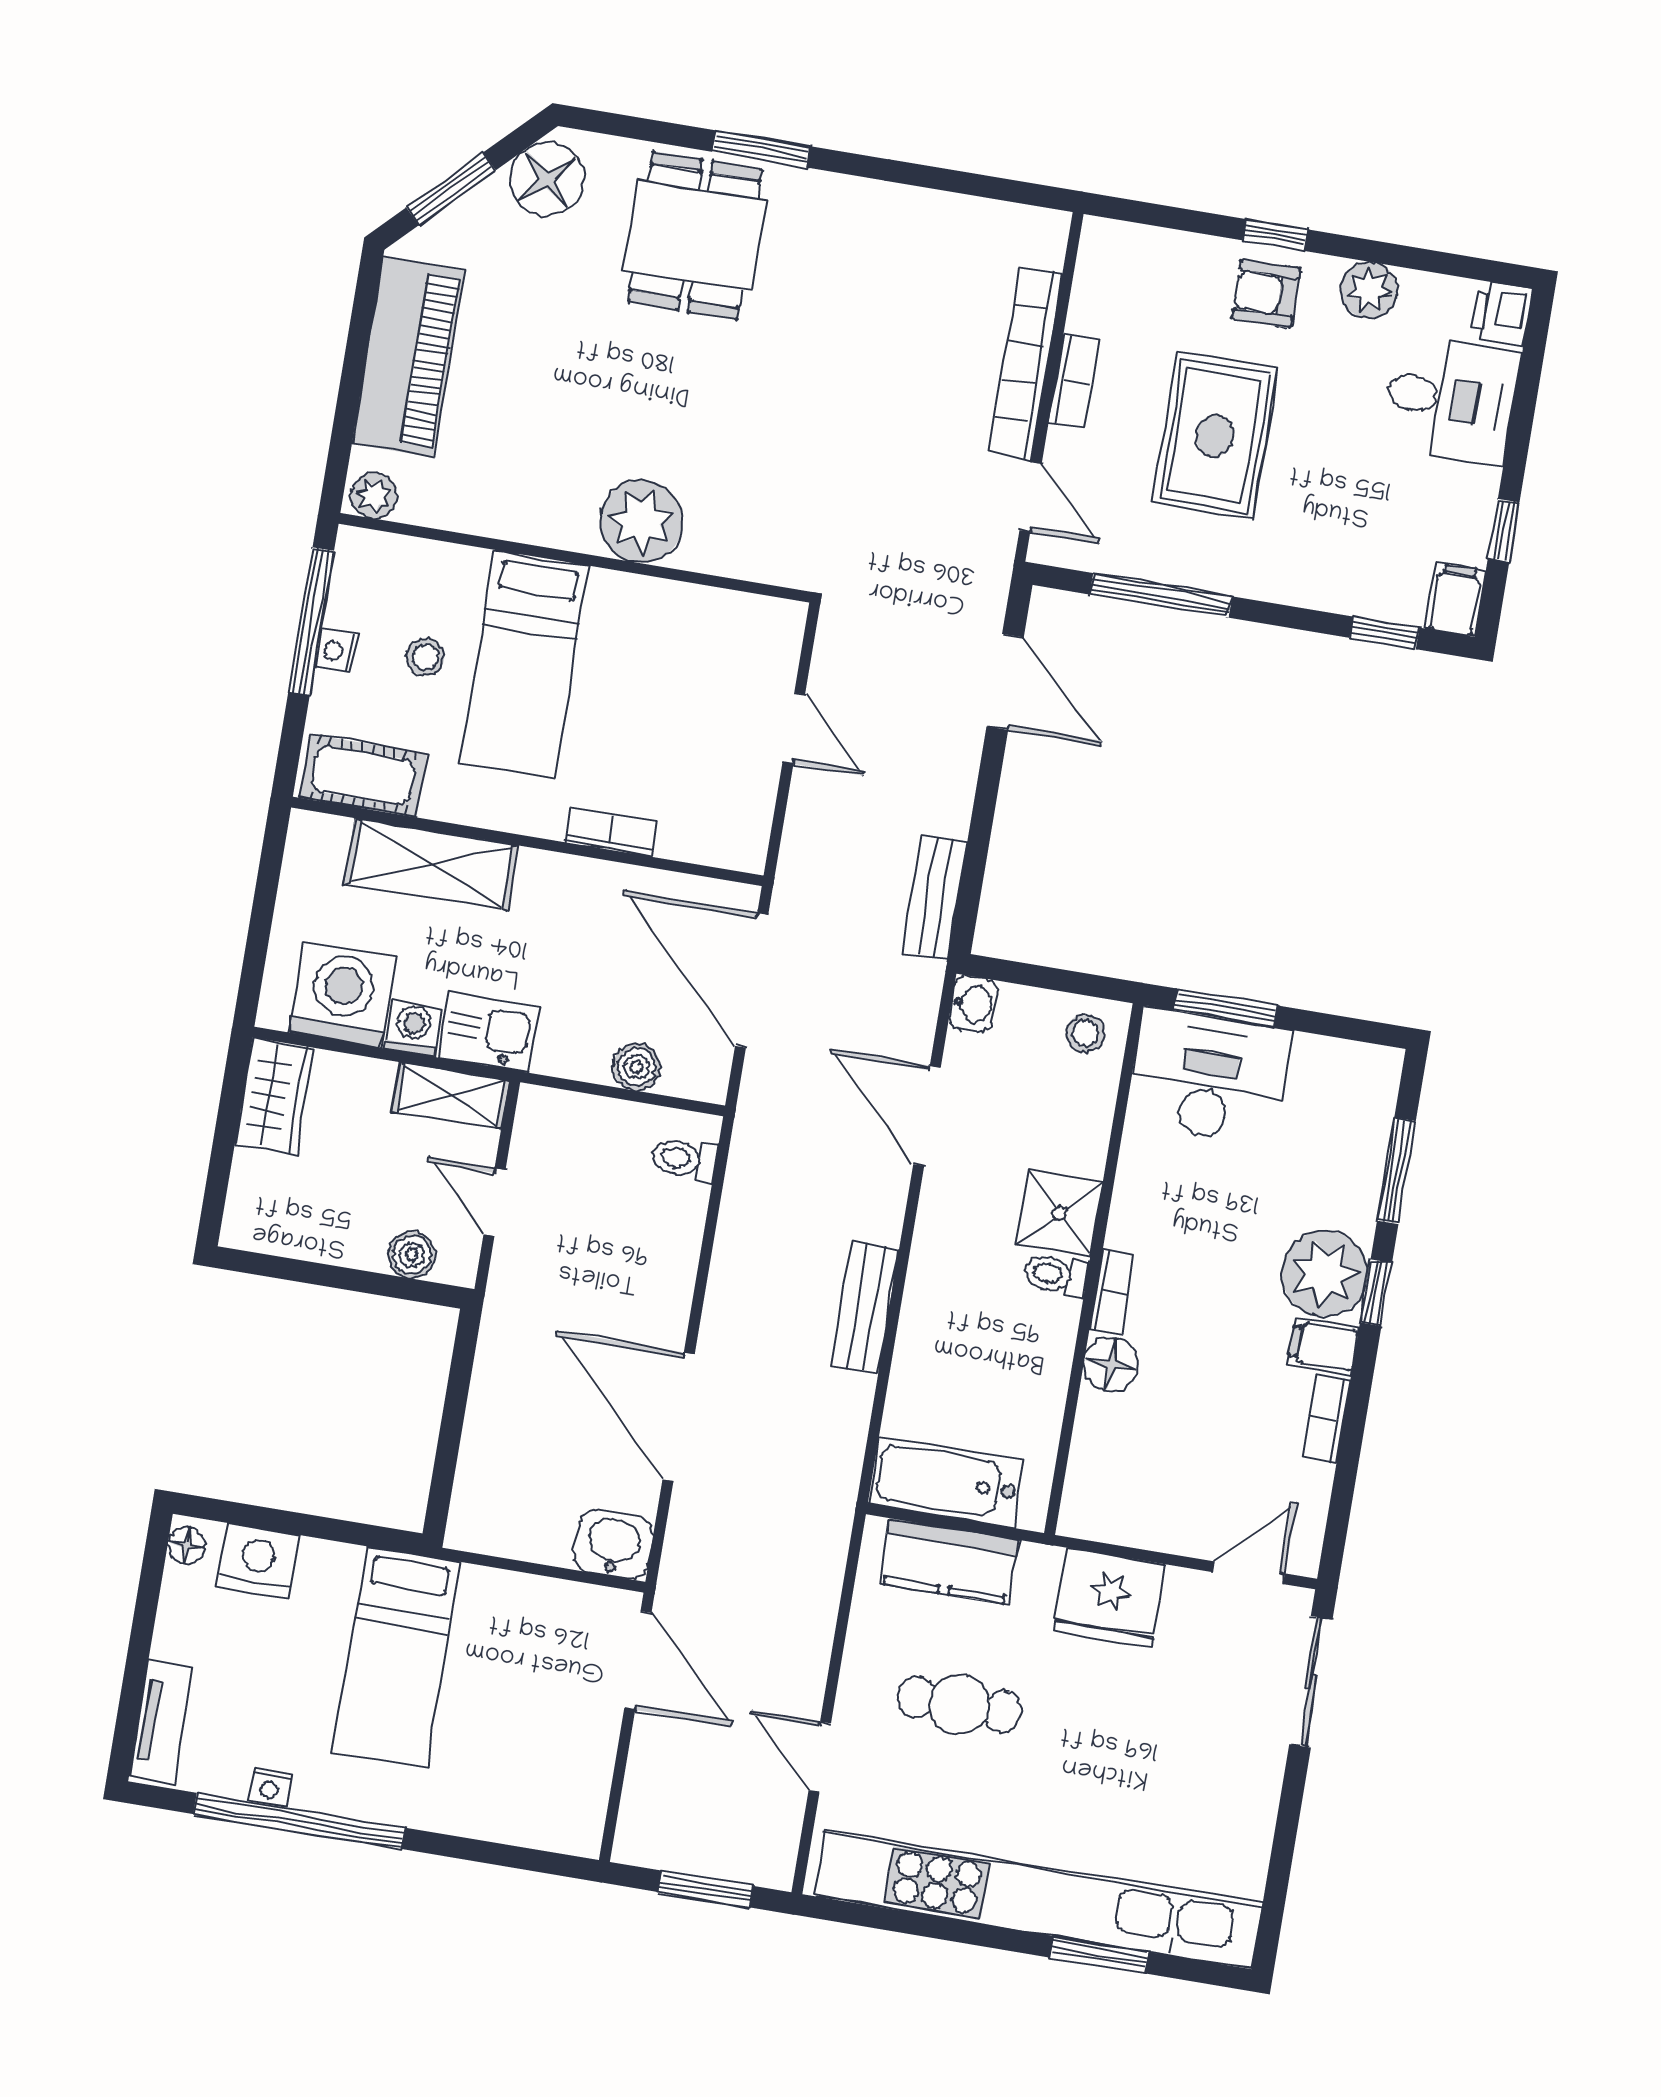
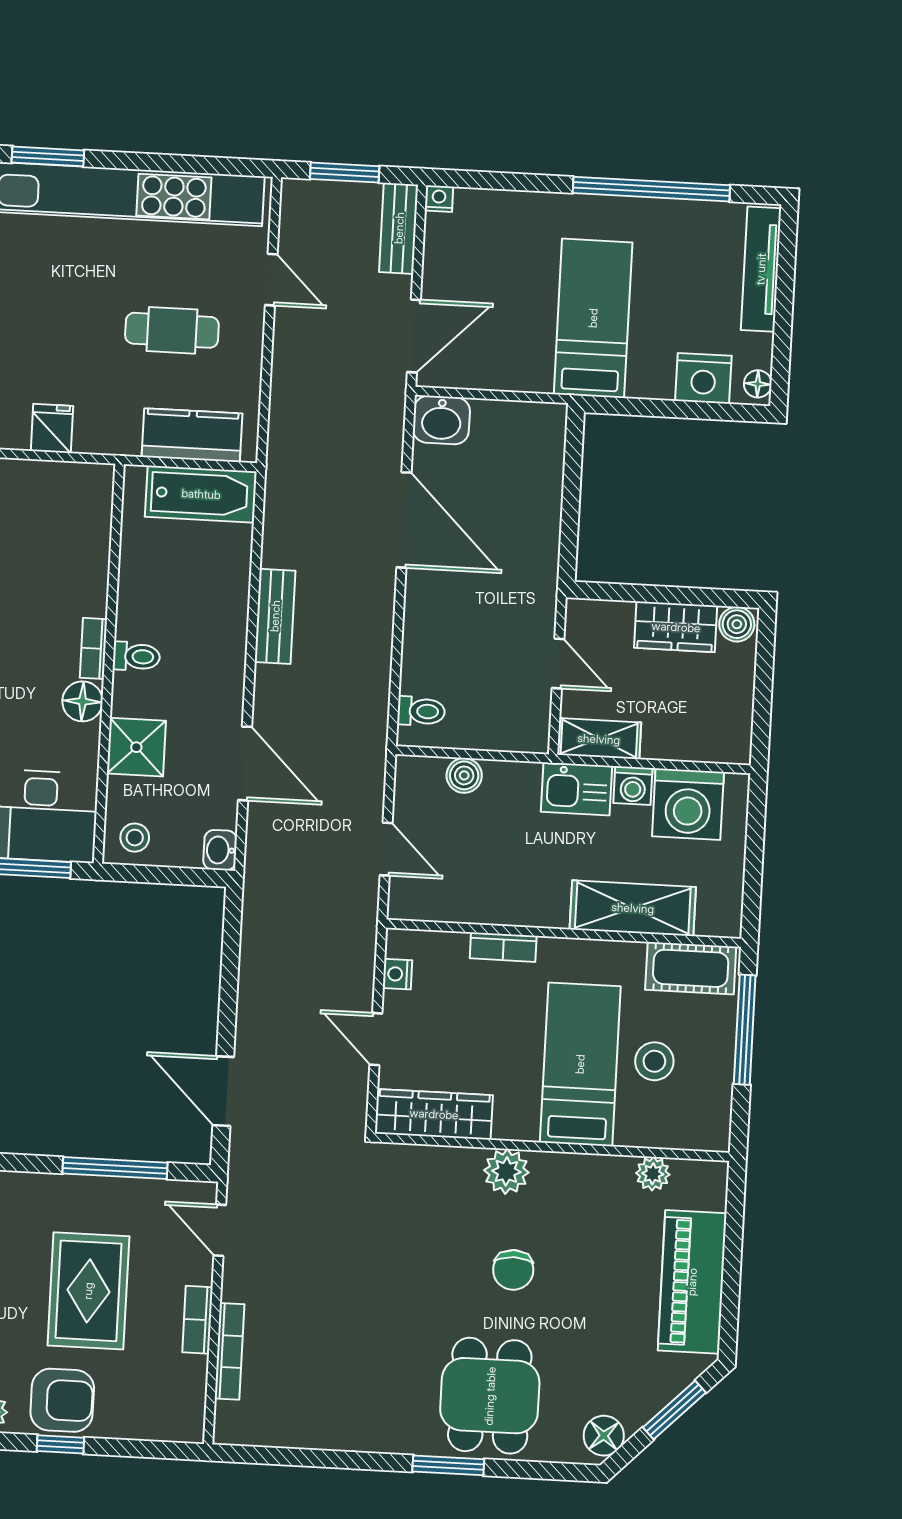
floor lamp: (547, 179) -> (604, 1436), width x0.73, depth x0.73
armchair: (1266, 294) -> (62, 1400), width x1.38, depth x1.38
bookcase: (1026, 363) -> (230, 1351), width x0.68, depth x0.76
chair: (645, 400) -> (513, 1270), added
plant: (374, 496) -> (653, 1174), moved
plant: (641, 521) -> (506, 1171), width x0.73, depth x0.73
wardrobe: (728, 619) -> (434, 1114), added
window: (311, 621) -> (745, 1030), moved
nightstand: (336, 651) -> (397, 974), moved, turned 180
stool: (426, 657) -> (654, 1061), width x1.37, depth x1.37
bench: (935, 897) -> (399, 228), moved
door: (752, 980) -> (386, 849), width x0.53
wardrobe: (274, 1096) -> (676, 627), moved, turned -90
shower: (1060, 1213) -> (136, 747), moved
boiler: (412, 1255) -> (737, 624), moved
floor lamp: (1111, 1364) -> (83, 701), moved
fridge: (1109, 1598) -> (52, 428), width x0.53, depth x0.75
door: (638, 1661) -> (414, 336), swing flipped
tv unit: (161, 1722) -> (761, 269), width x1.41
nightstand: (270, 1788) -> (439, 199), moved

